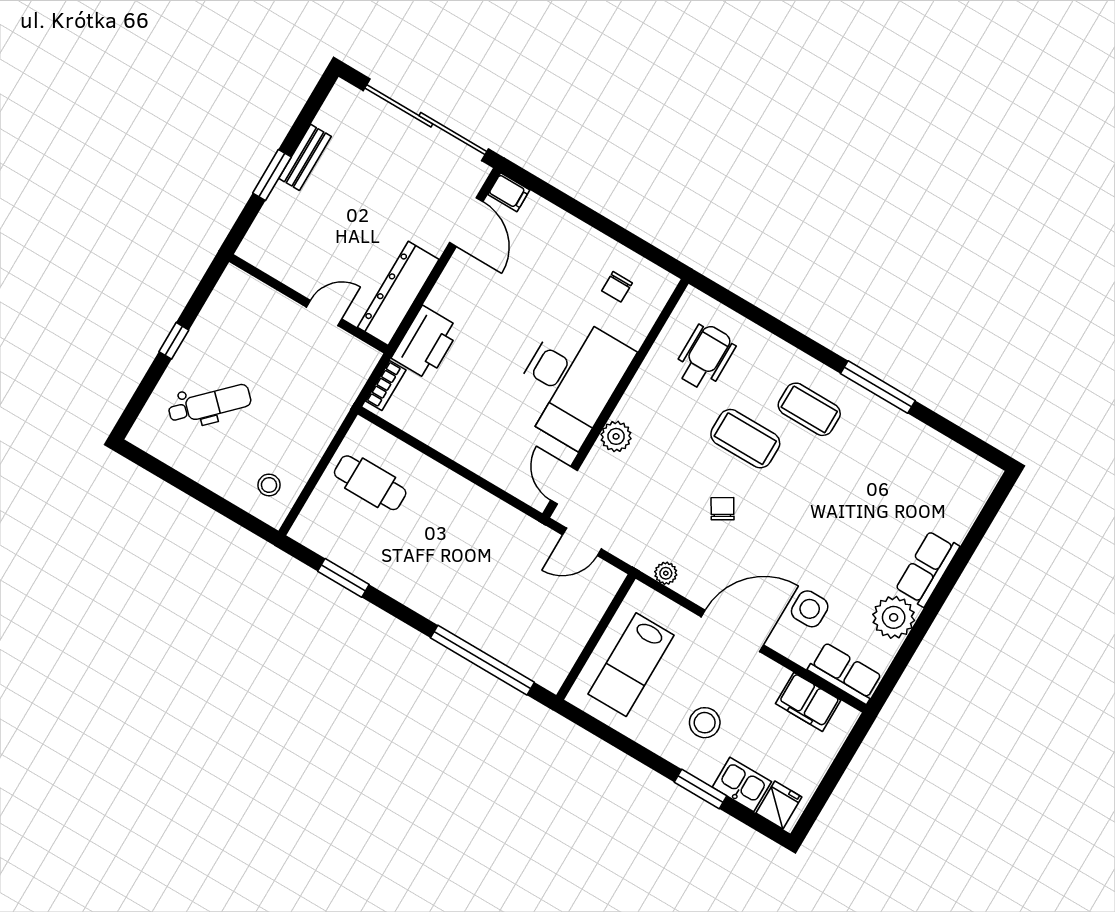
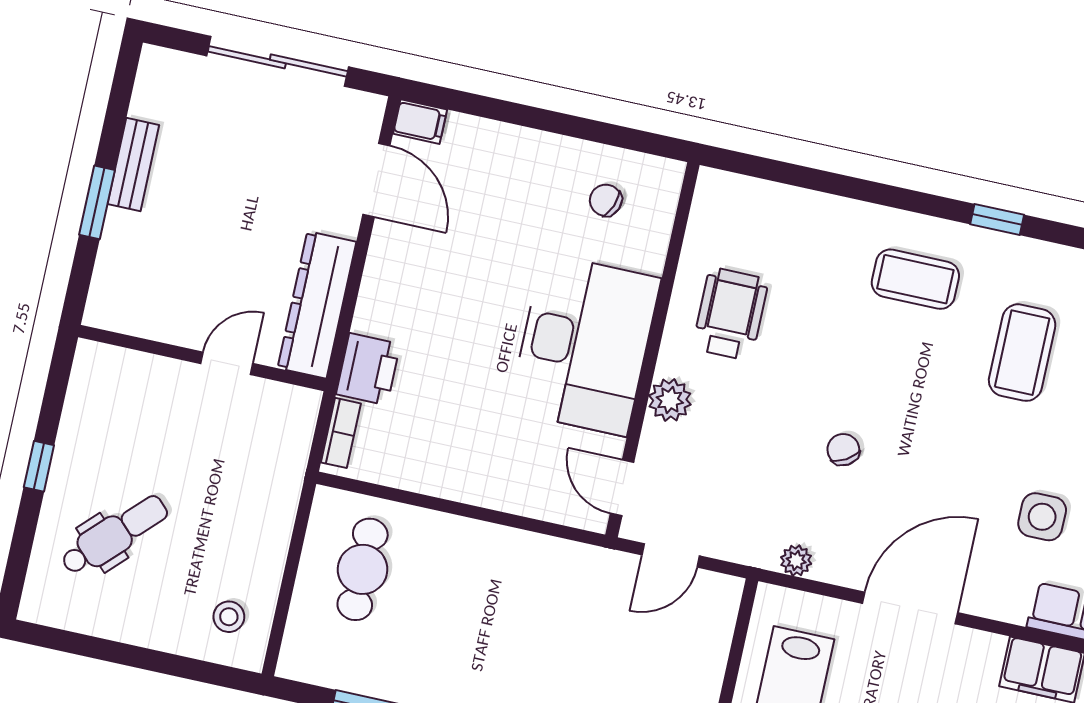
sliding door: (426, 120) -> (278, 61), width x0.73
chair: (617, 287) -> (606, 200), turned 111
printer: (426, 343) -> (368, 369), width x0.73, depth x0.84
wheelchair: (705, 357) -> (730, 314), moved
window: (878, 387) -> (997, 220), width x0.46
coffee table: (745, 439) -> (1022, 353), moved, turned 90
cafe table: (370, 483) -> (363, 569), turned 90
side table: (810, 609) -> (1042, 517), moved

